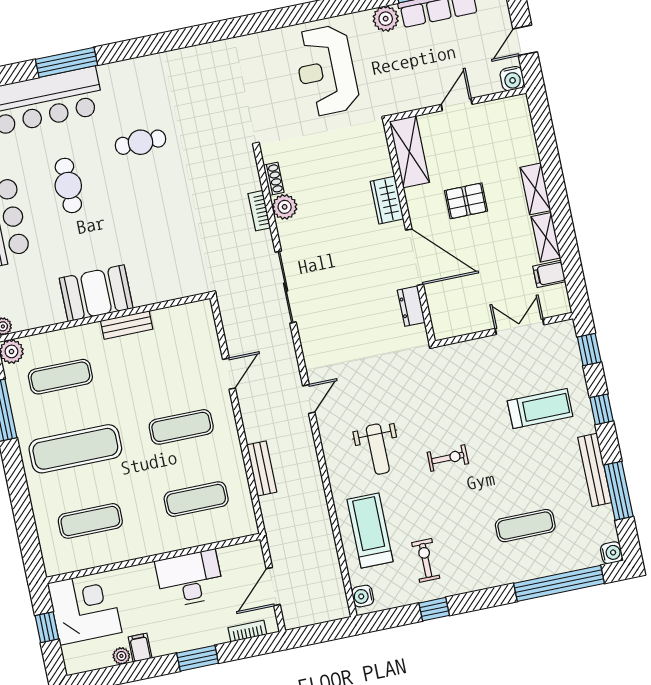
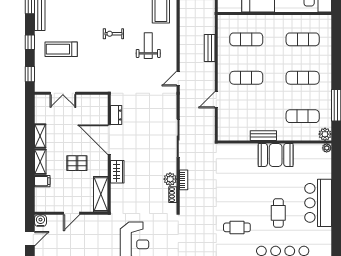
filing cabinet: (549, 274) -> (42, 181), moved
exercise mat: (75, 449) -> (303, 78), width x0.73, depth x0.69

